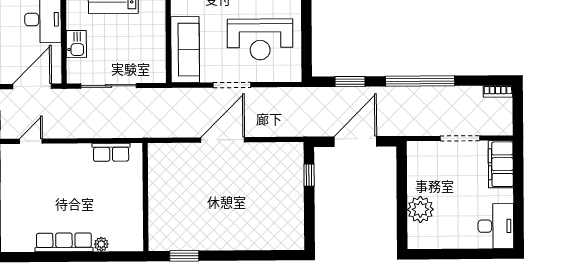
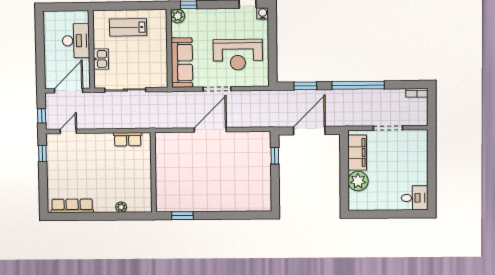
filing cabinet: (501, 164) -> (357, 153), moved, turned 180
desk: (496, 226) -> (415, 198), width x0.73
row of seats: (64, 242) -> (72, 206), moved

